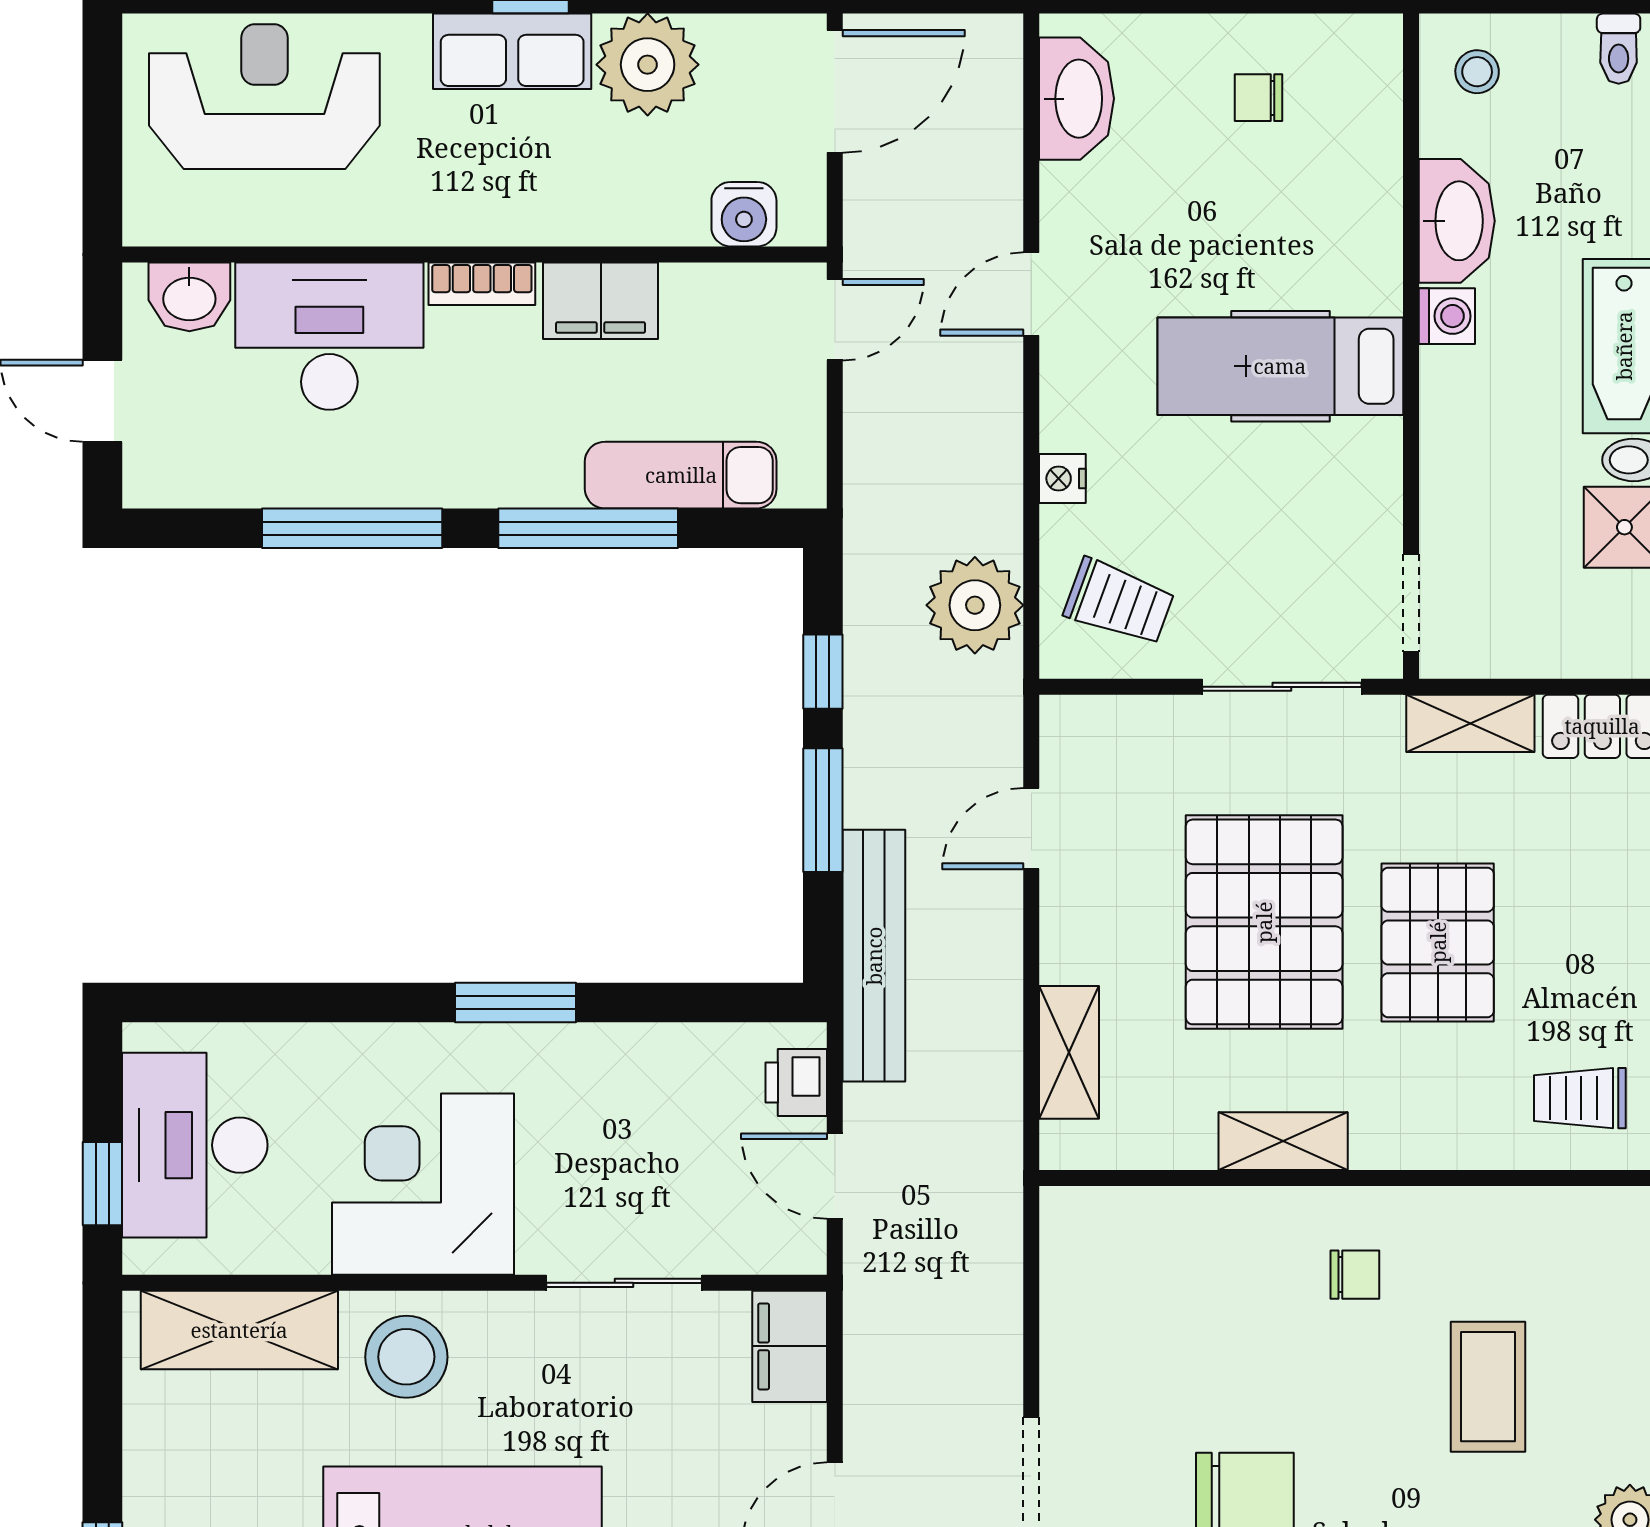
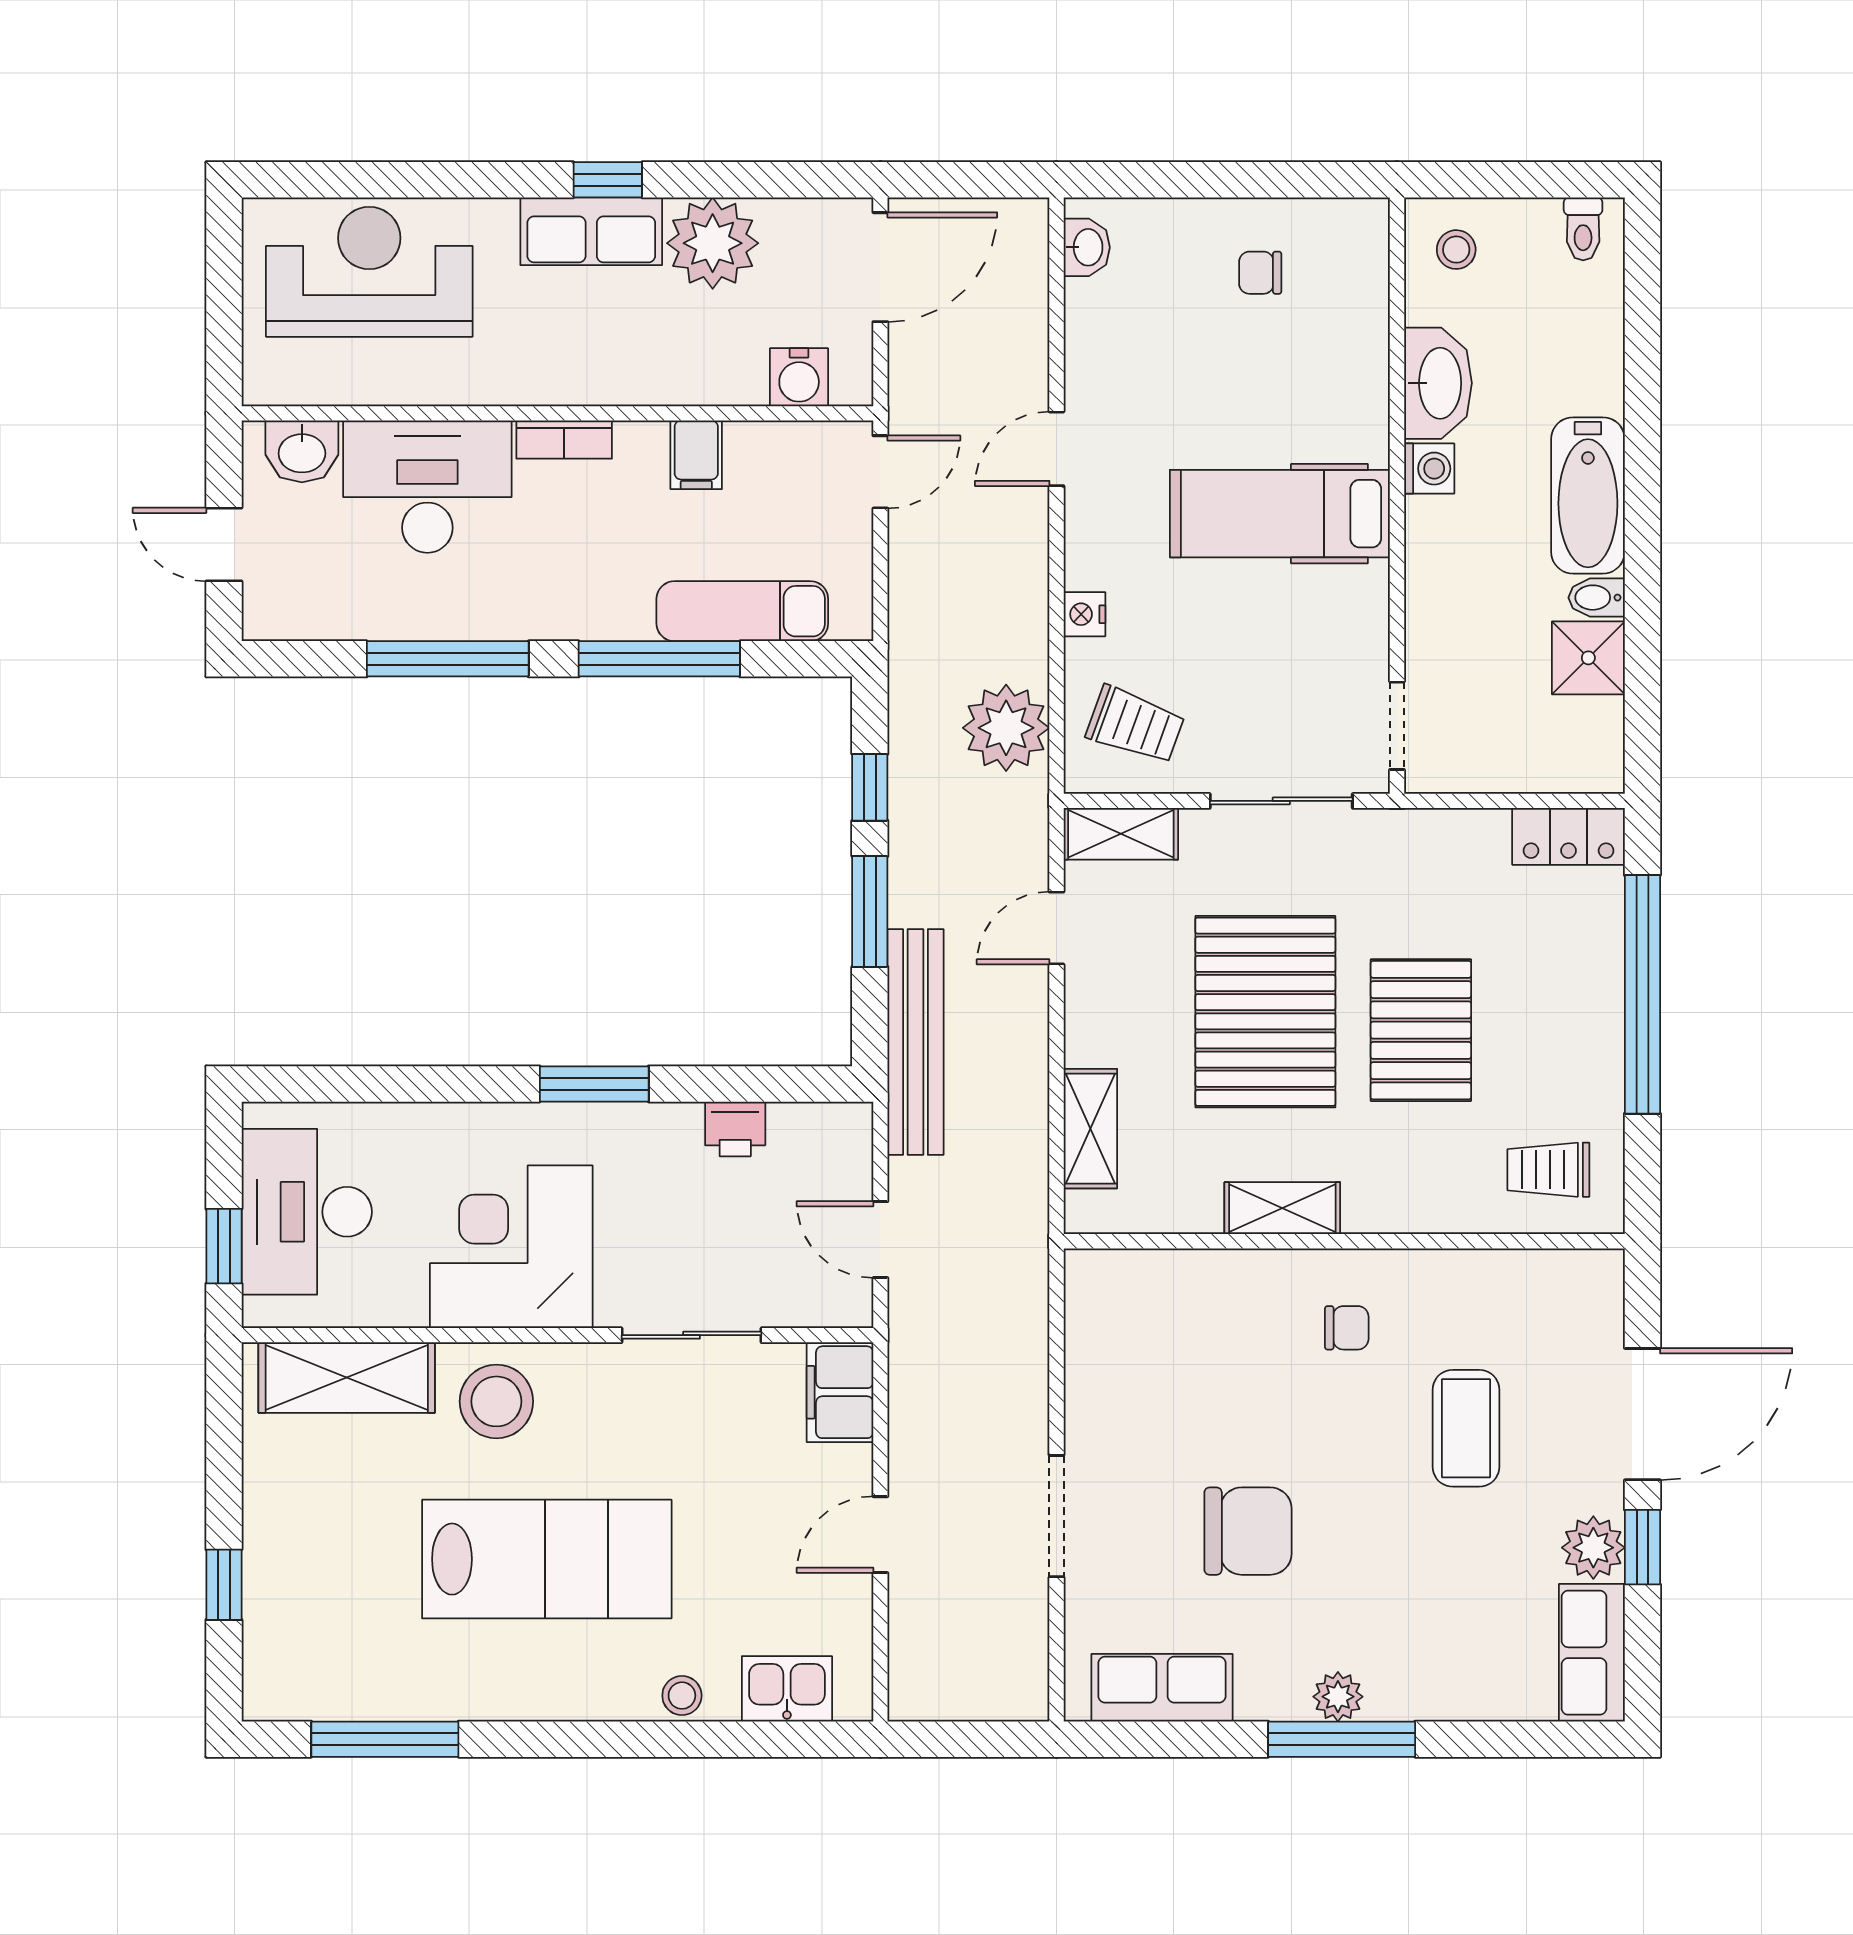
washbasin: (1076, 99) -> (1087, 247), width x0.52, depth x0.69
filing cabinet: (601, 301) -> (696, 455), width x0.50
shelving: (1470, 723) -> (1121, 834), moved
printer: (796, 1083) -> (735, 1129), moved, turned -90

